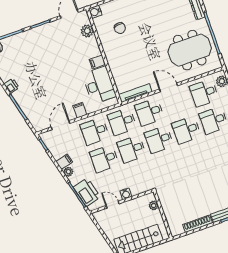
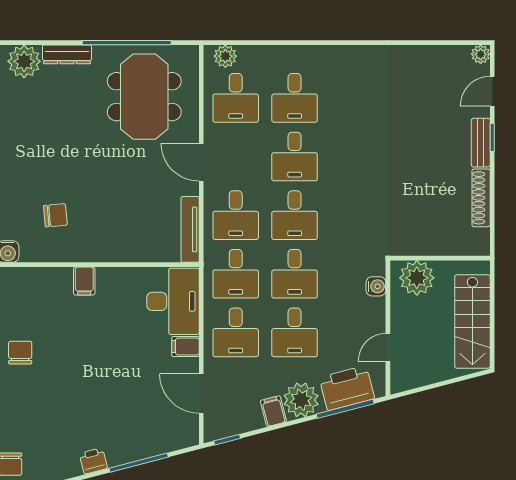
plant: (87, 31) -> (39, 280), removed
chair: (50, 34) -> (20, 353), added
filing cabinet: (97, 62) -> (84, 281), moved
desk: (99, 85) -> (173, 301), moved, turned 90
door: (168, 87) -> (201, 162), hinge flipped
plant: (68, 172) -> (301, 400), width x1.88, depth x1.88
water cooler: (126, 194) -> (376, 286), moved
plant: (154, 205) -> (417, 278), width x1.87, depth x1.87

